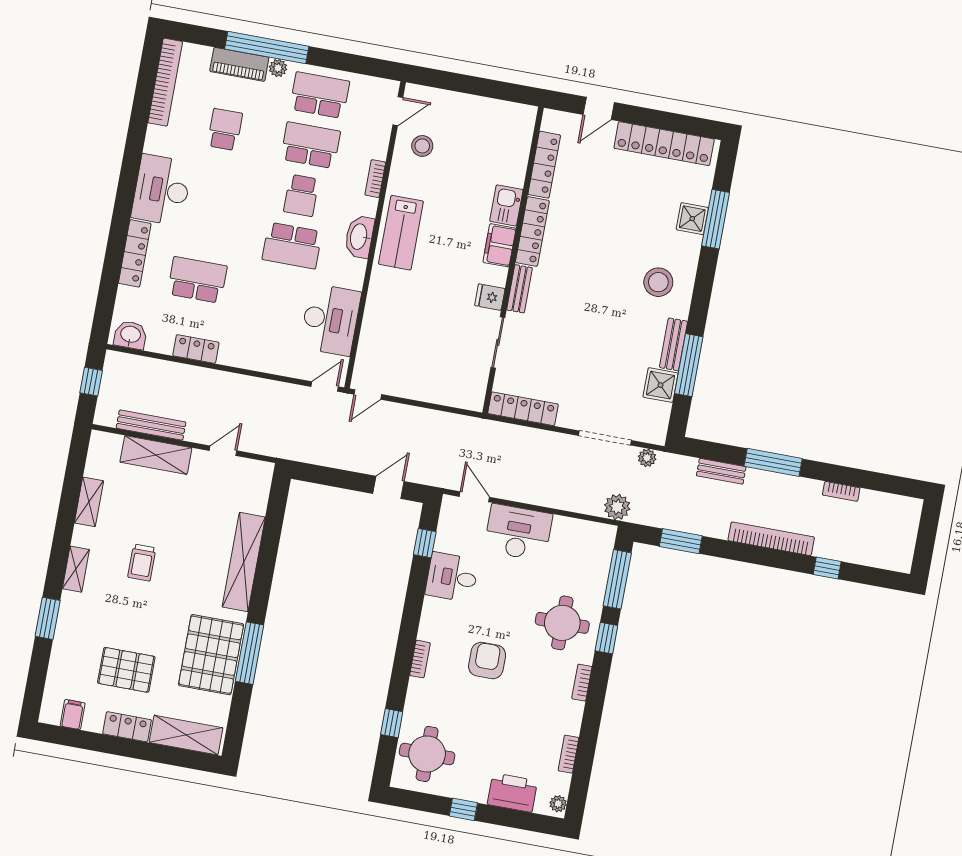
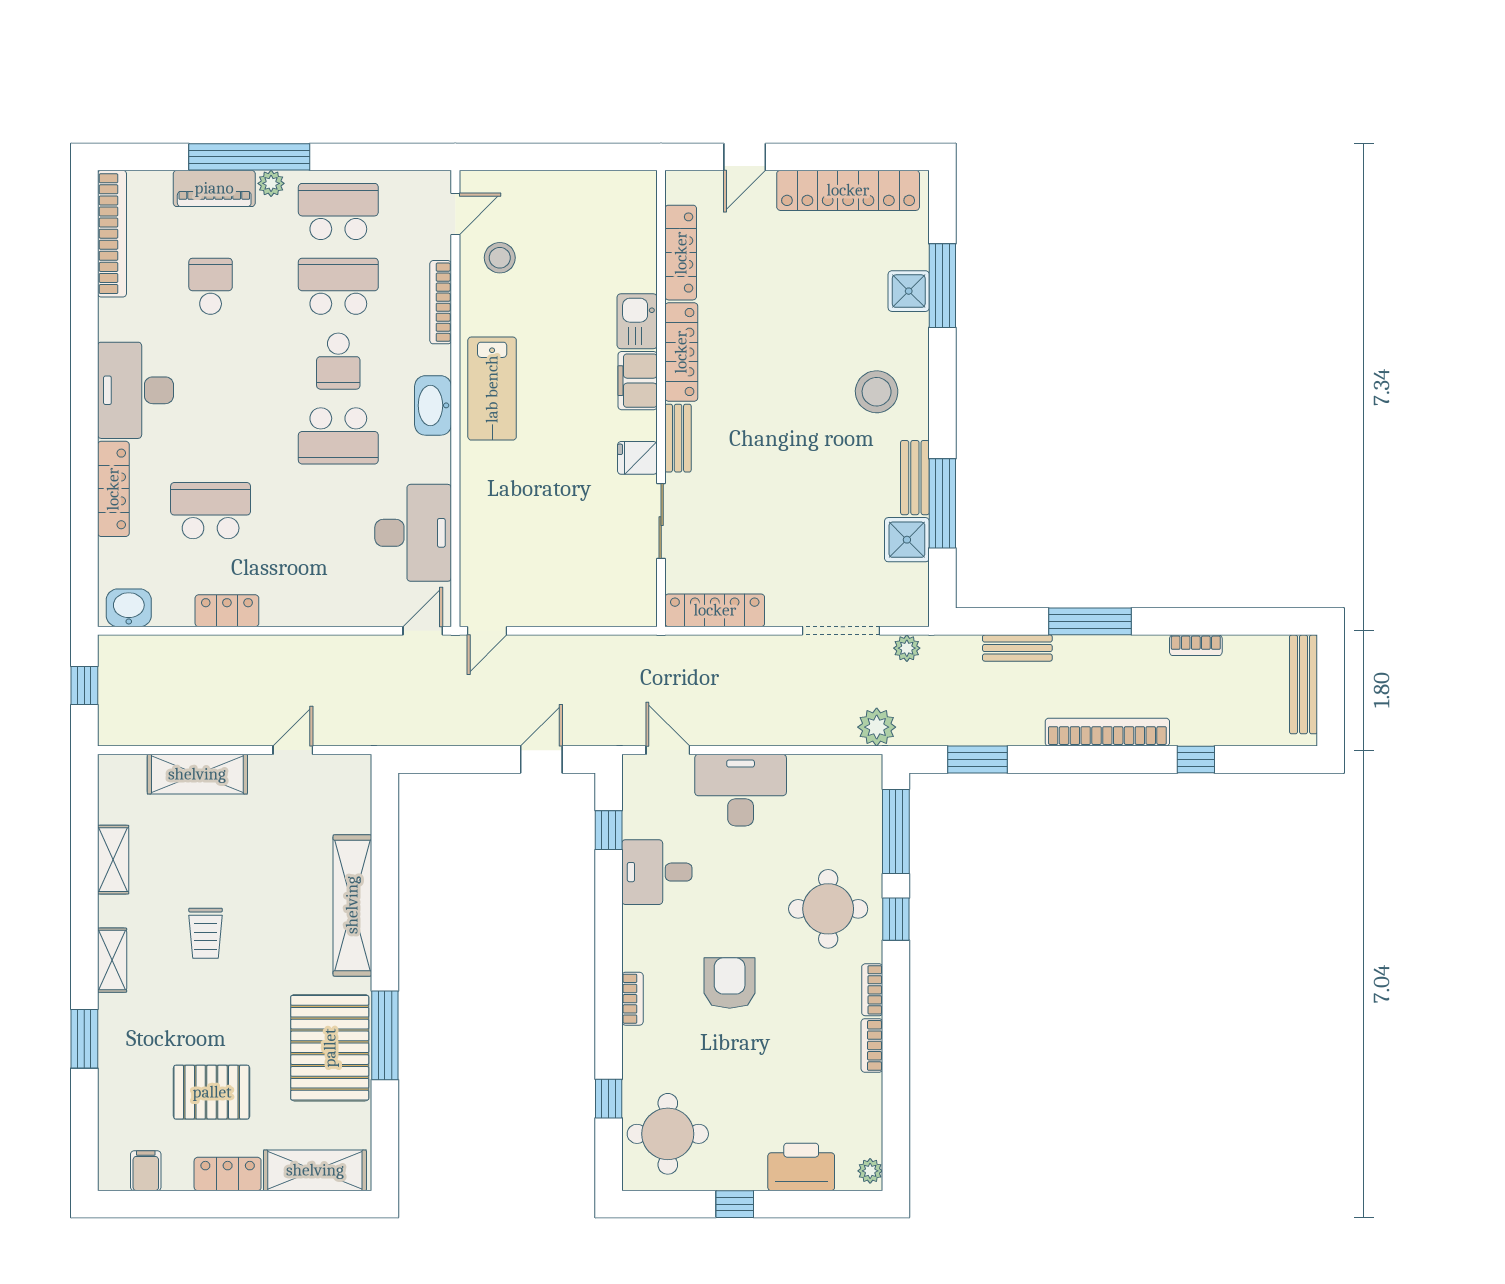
bookcase: (375, 179) -> (441, 302), width x1.56
bench: (151, 425) -> (1303, 684), moved, turned 90
bookcase: (569, 754) -> (872, 1045), moved

